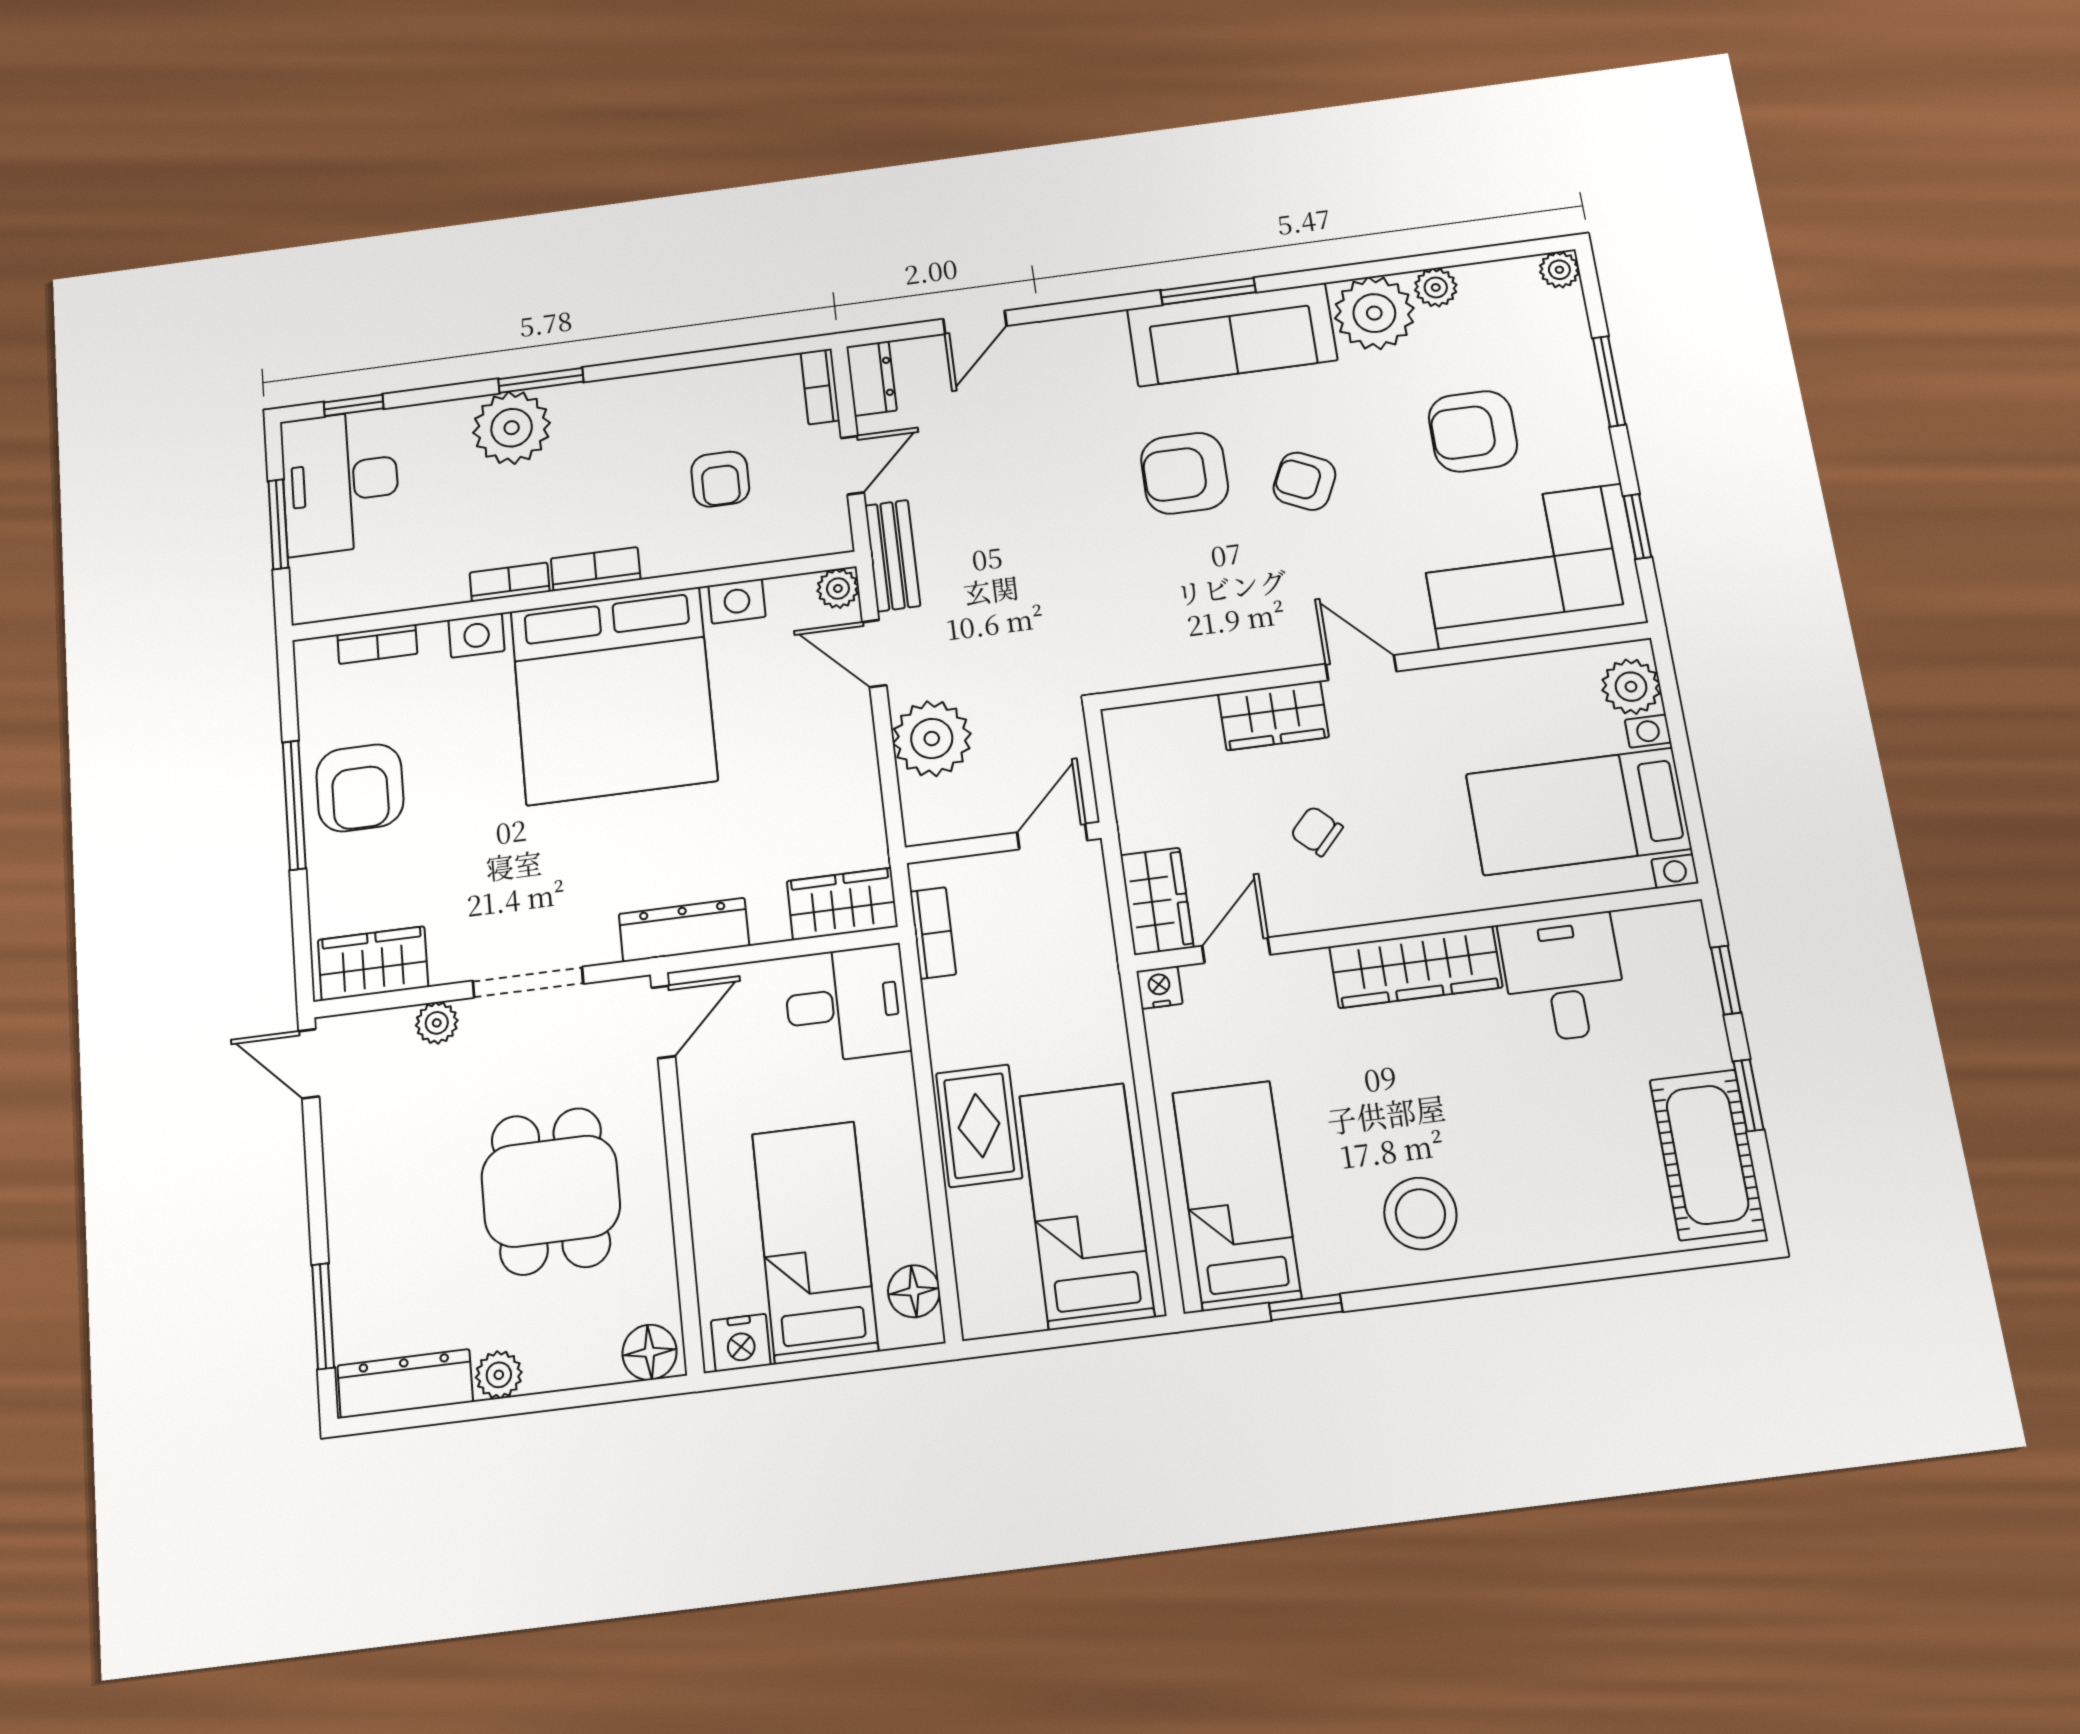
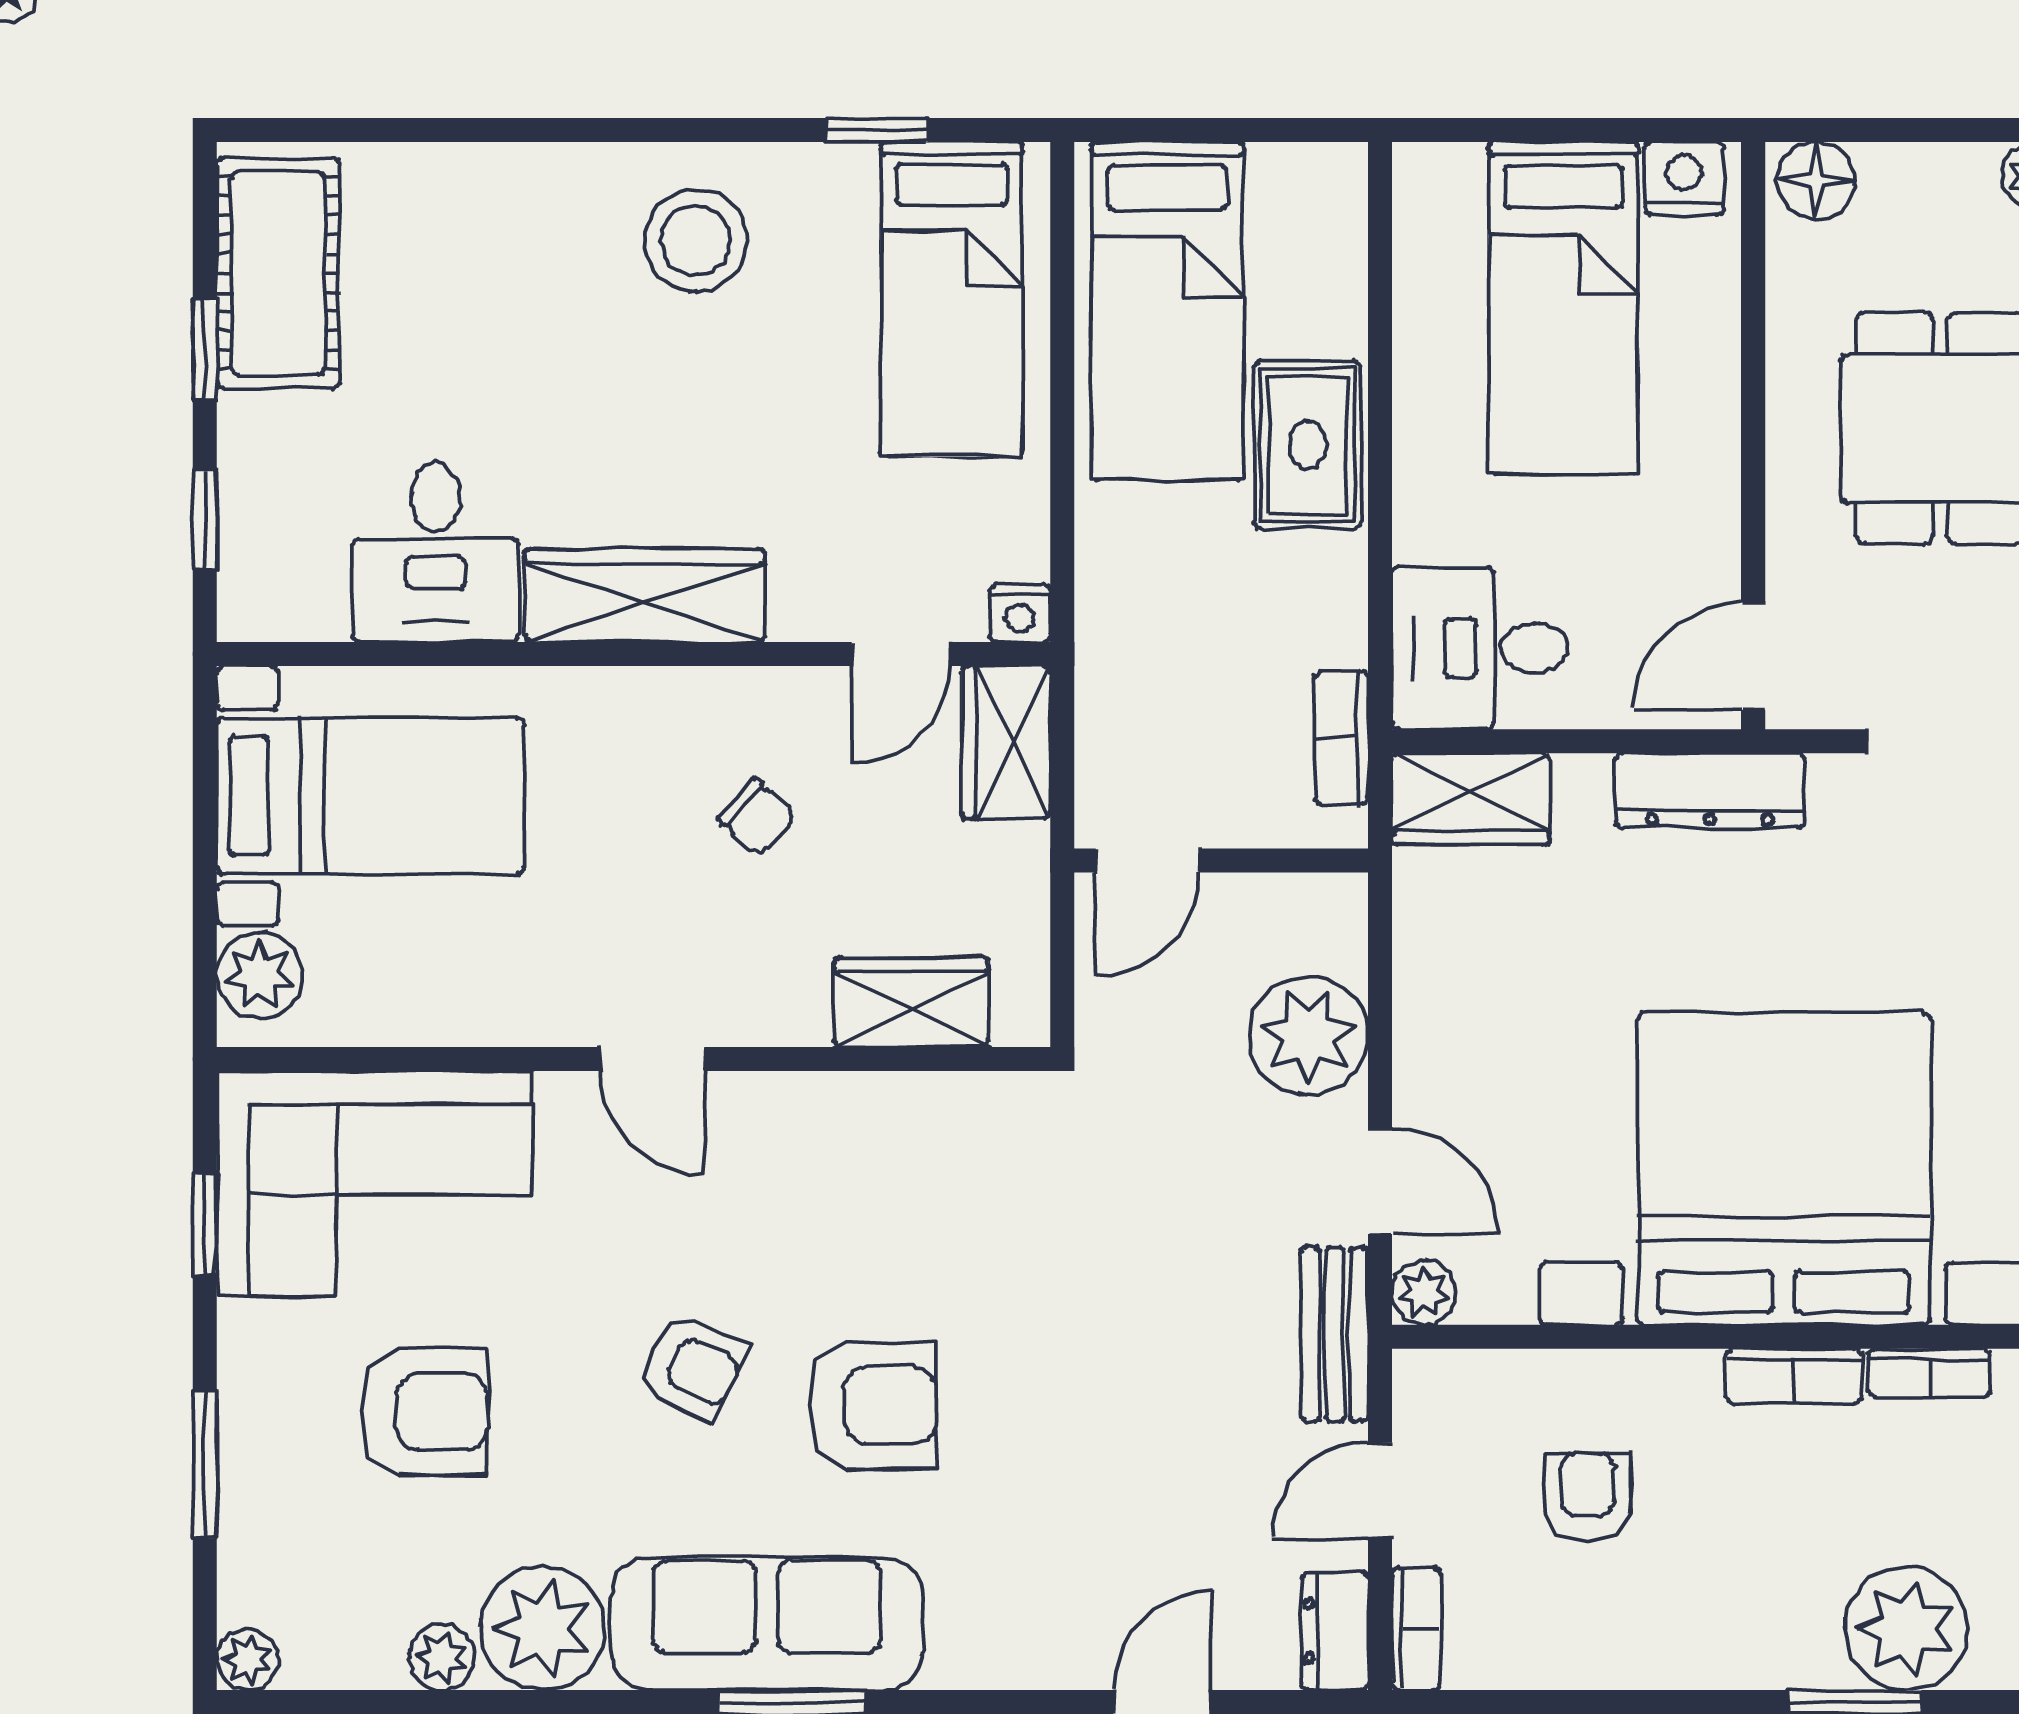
wardrobe: (1273, 716) -> (911, 1002), moved
floor lamp: (914, 1291) -> (1429, 220), removed

